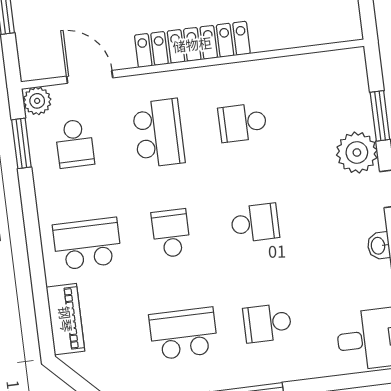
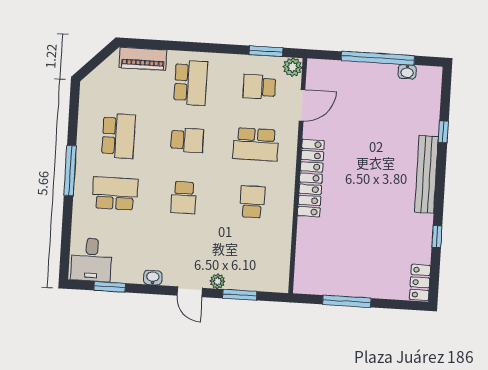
plant: (357, 152) -> (218, 281), width x0.53, depth x0.53
school desk: (267, 323) -> (115, 193), width x1.85

